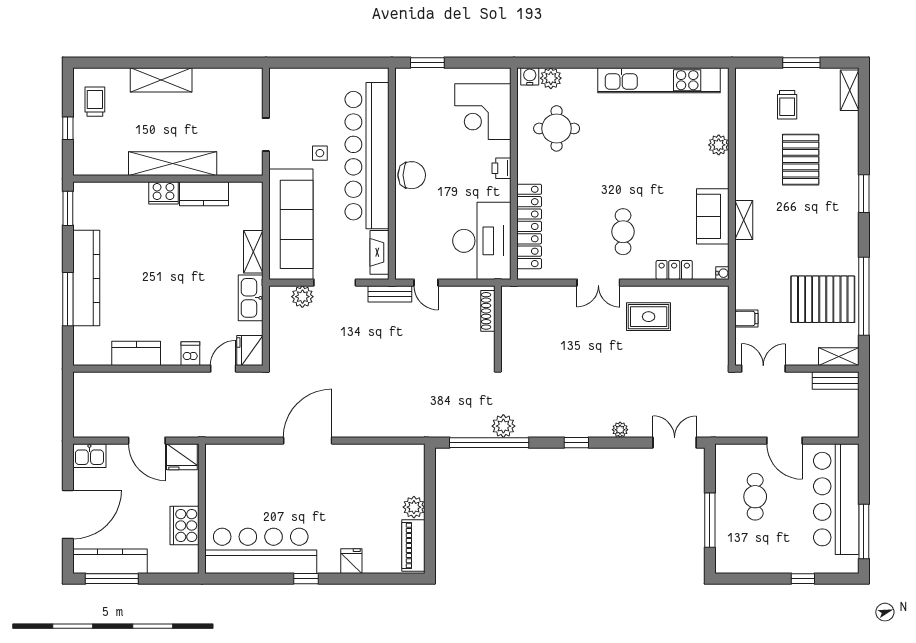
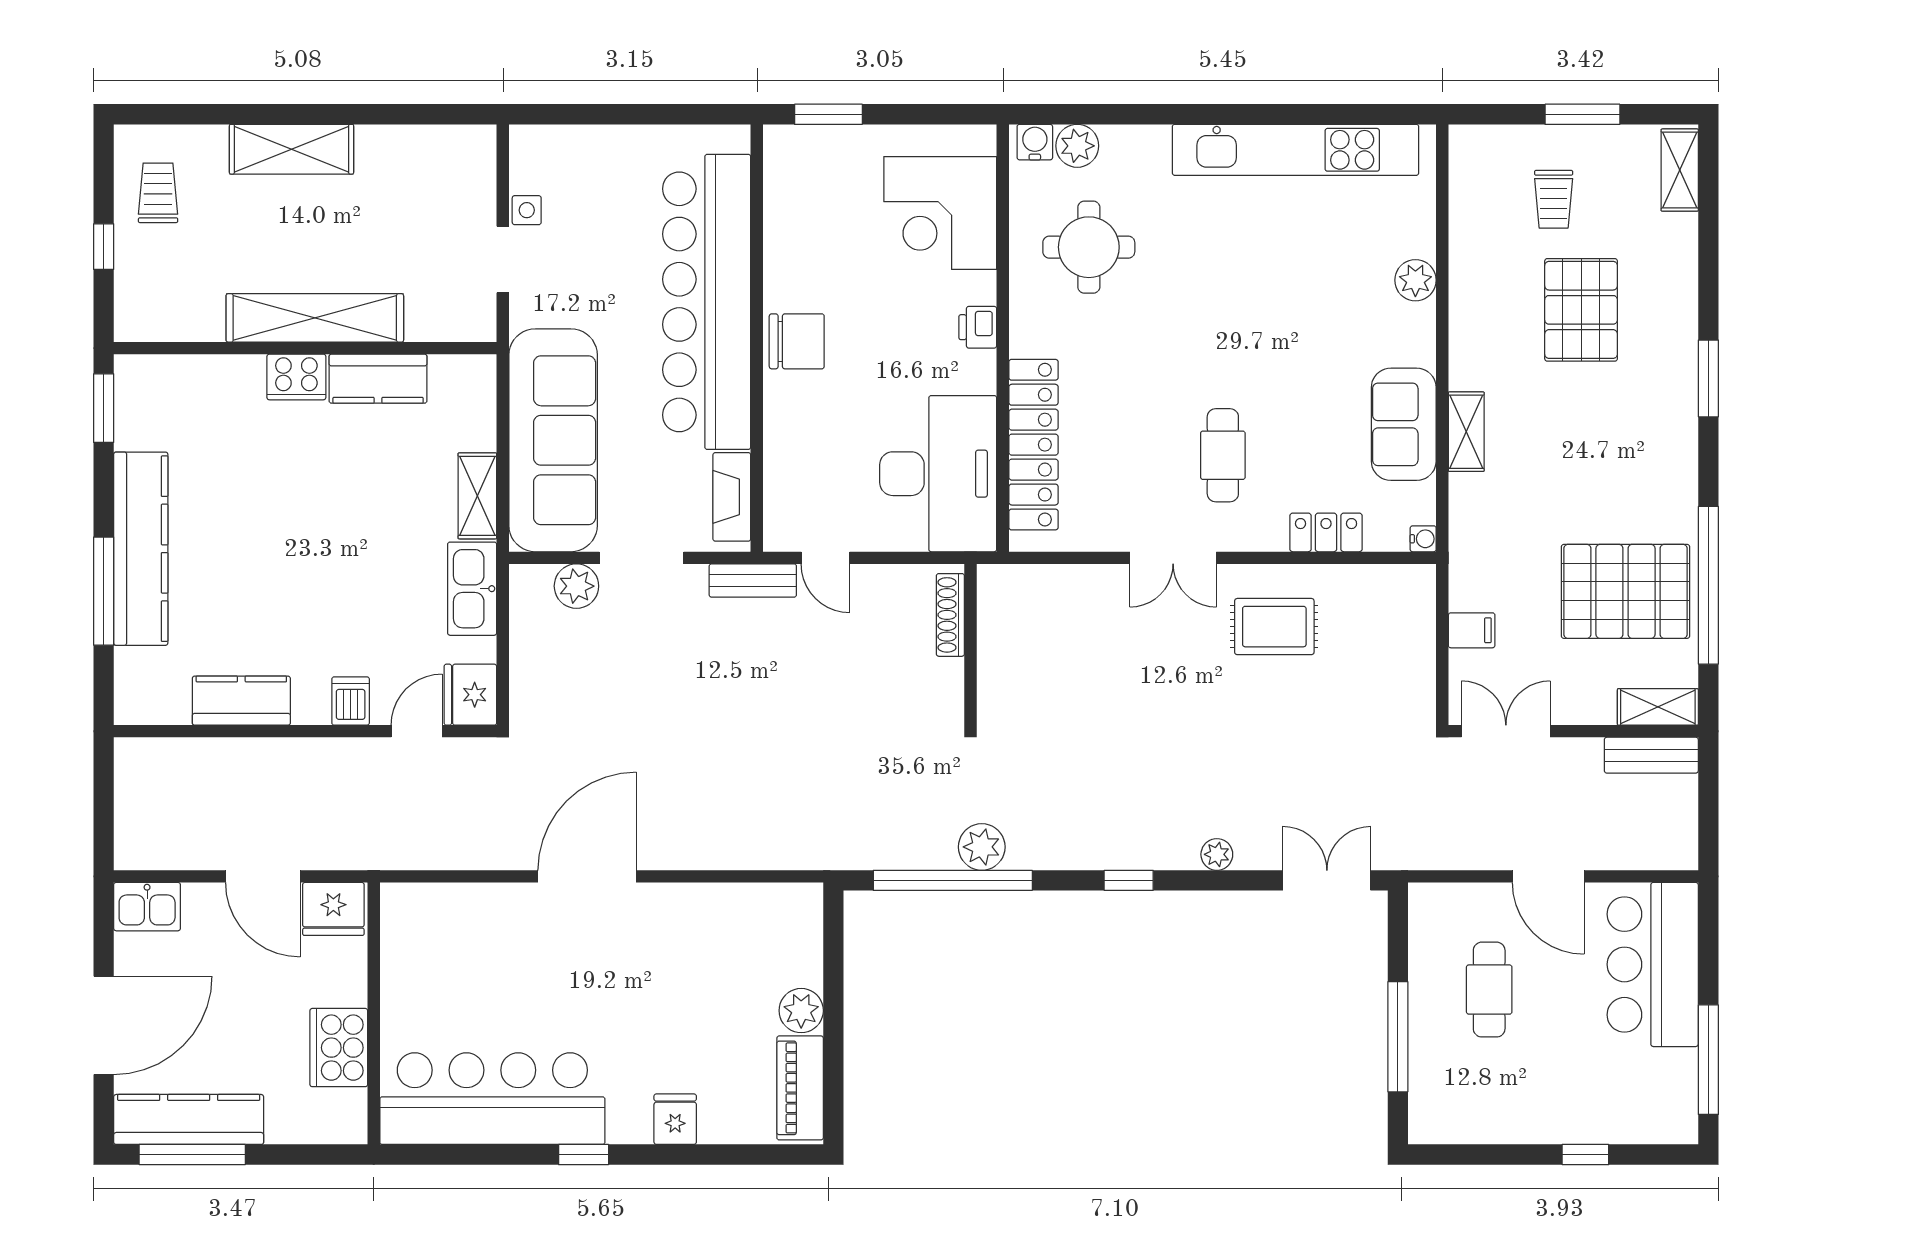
side table: (320, 153) -> (527, 210), moved
bar counter: (836, 499) -> (1653, 964), width x0.73

